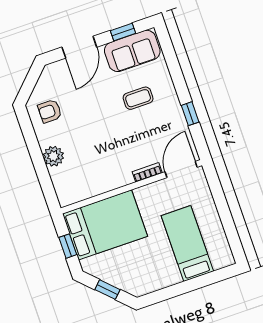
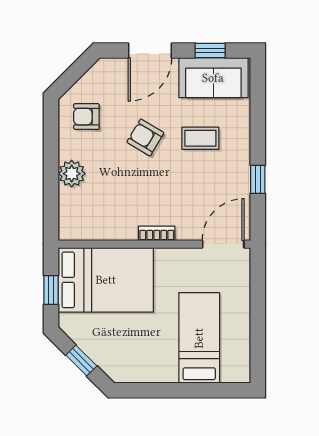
armchair: (98, 111) -> (145, 137), added
bookcase: (147, 172) -> (157, 233), moved

